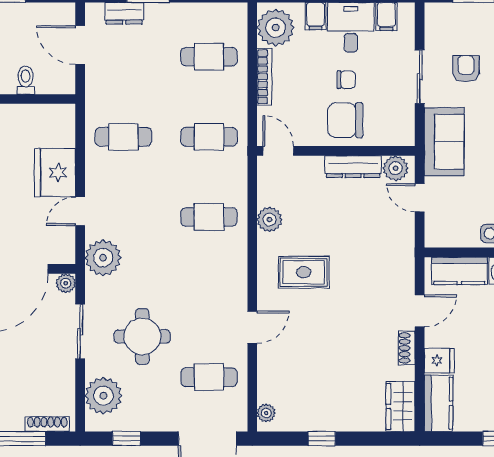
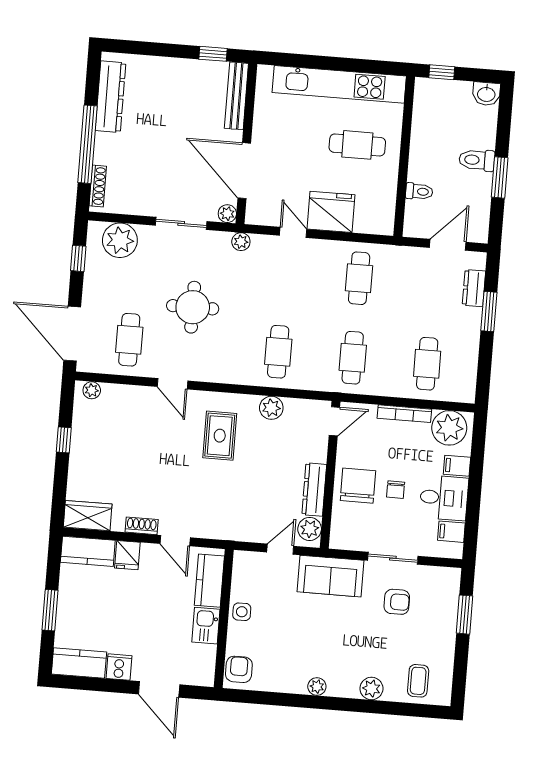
plant: (103, 258) -> (241, 242), width x0.53, depth x0.53
round table: (142, 336) -> (193, 307), moved

